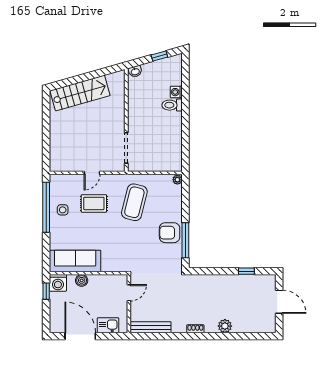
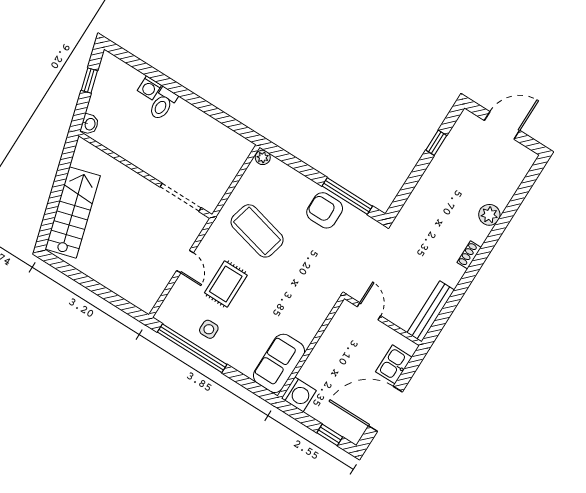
armchair: (170, 233) -> (325, 210), turned 90
sofa: (75, 261) -> (279, 363), width x0.73
boiler: (82, 280) -> (315, 362), removed
window: (46, 291) -> (330, 435), moved

